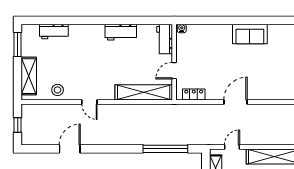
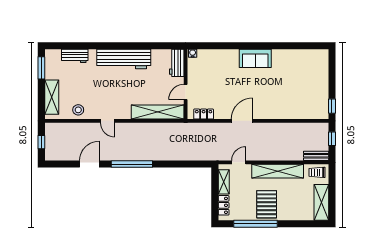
workbench: (121, 32) -> (124, 59), width x1.88, depth x1.32
window: (165, 149) -> (132, 164), moved

